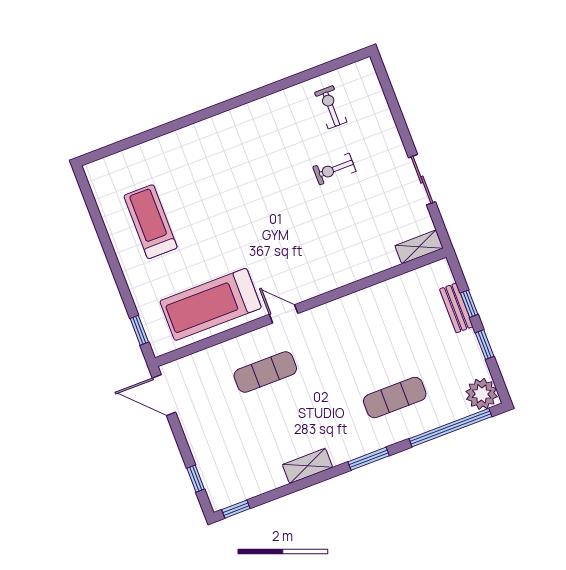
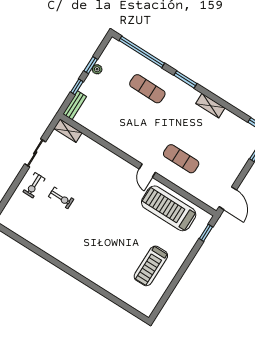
exercise bike: (331, 107) -> (34, 185), moved
treadmill: (211, 304) -> (169, 208), turned 180
bench: (456, 308) -> (75, 105), moved
plant: (482, 394) -> (97, 69), moved, width x0.53, depth x0.53

